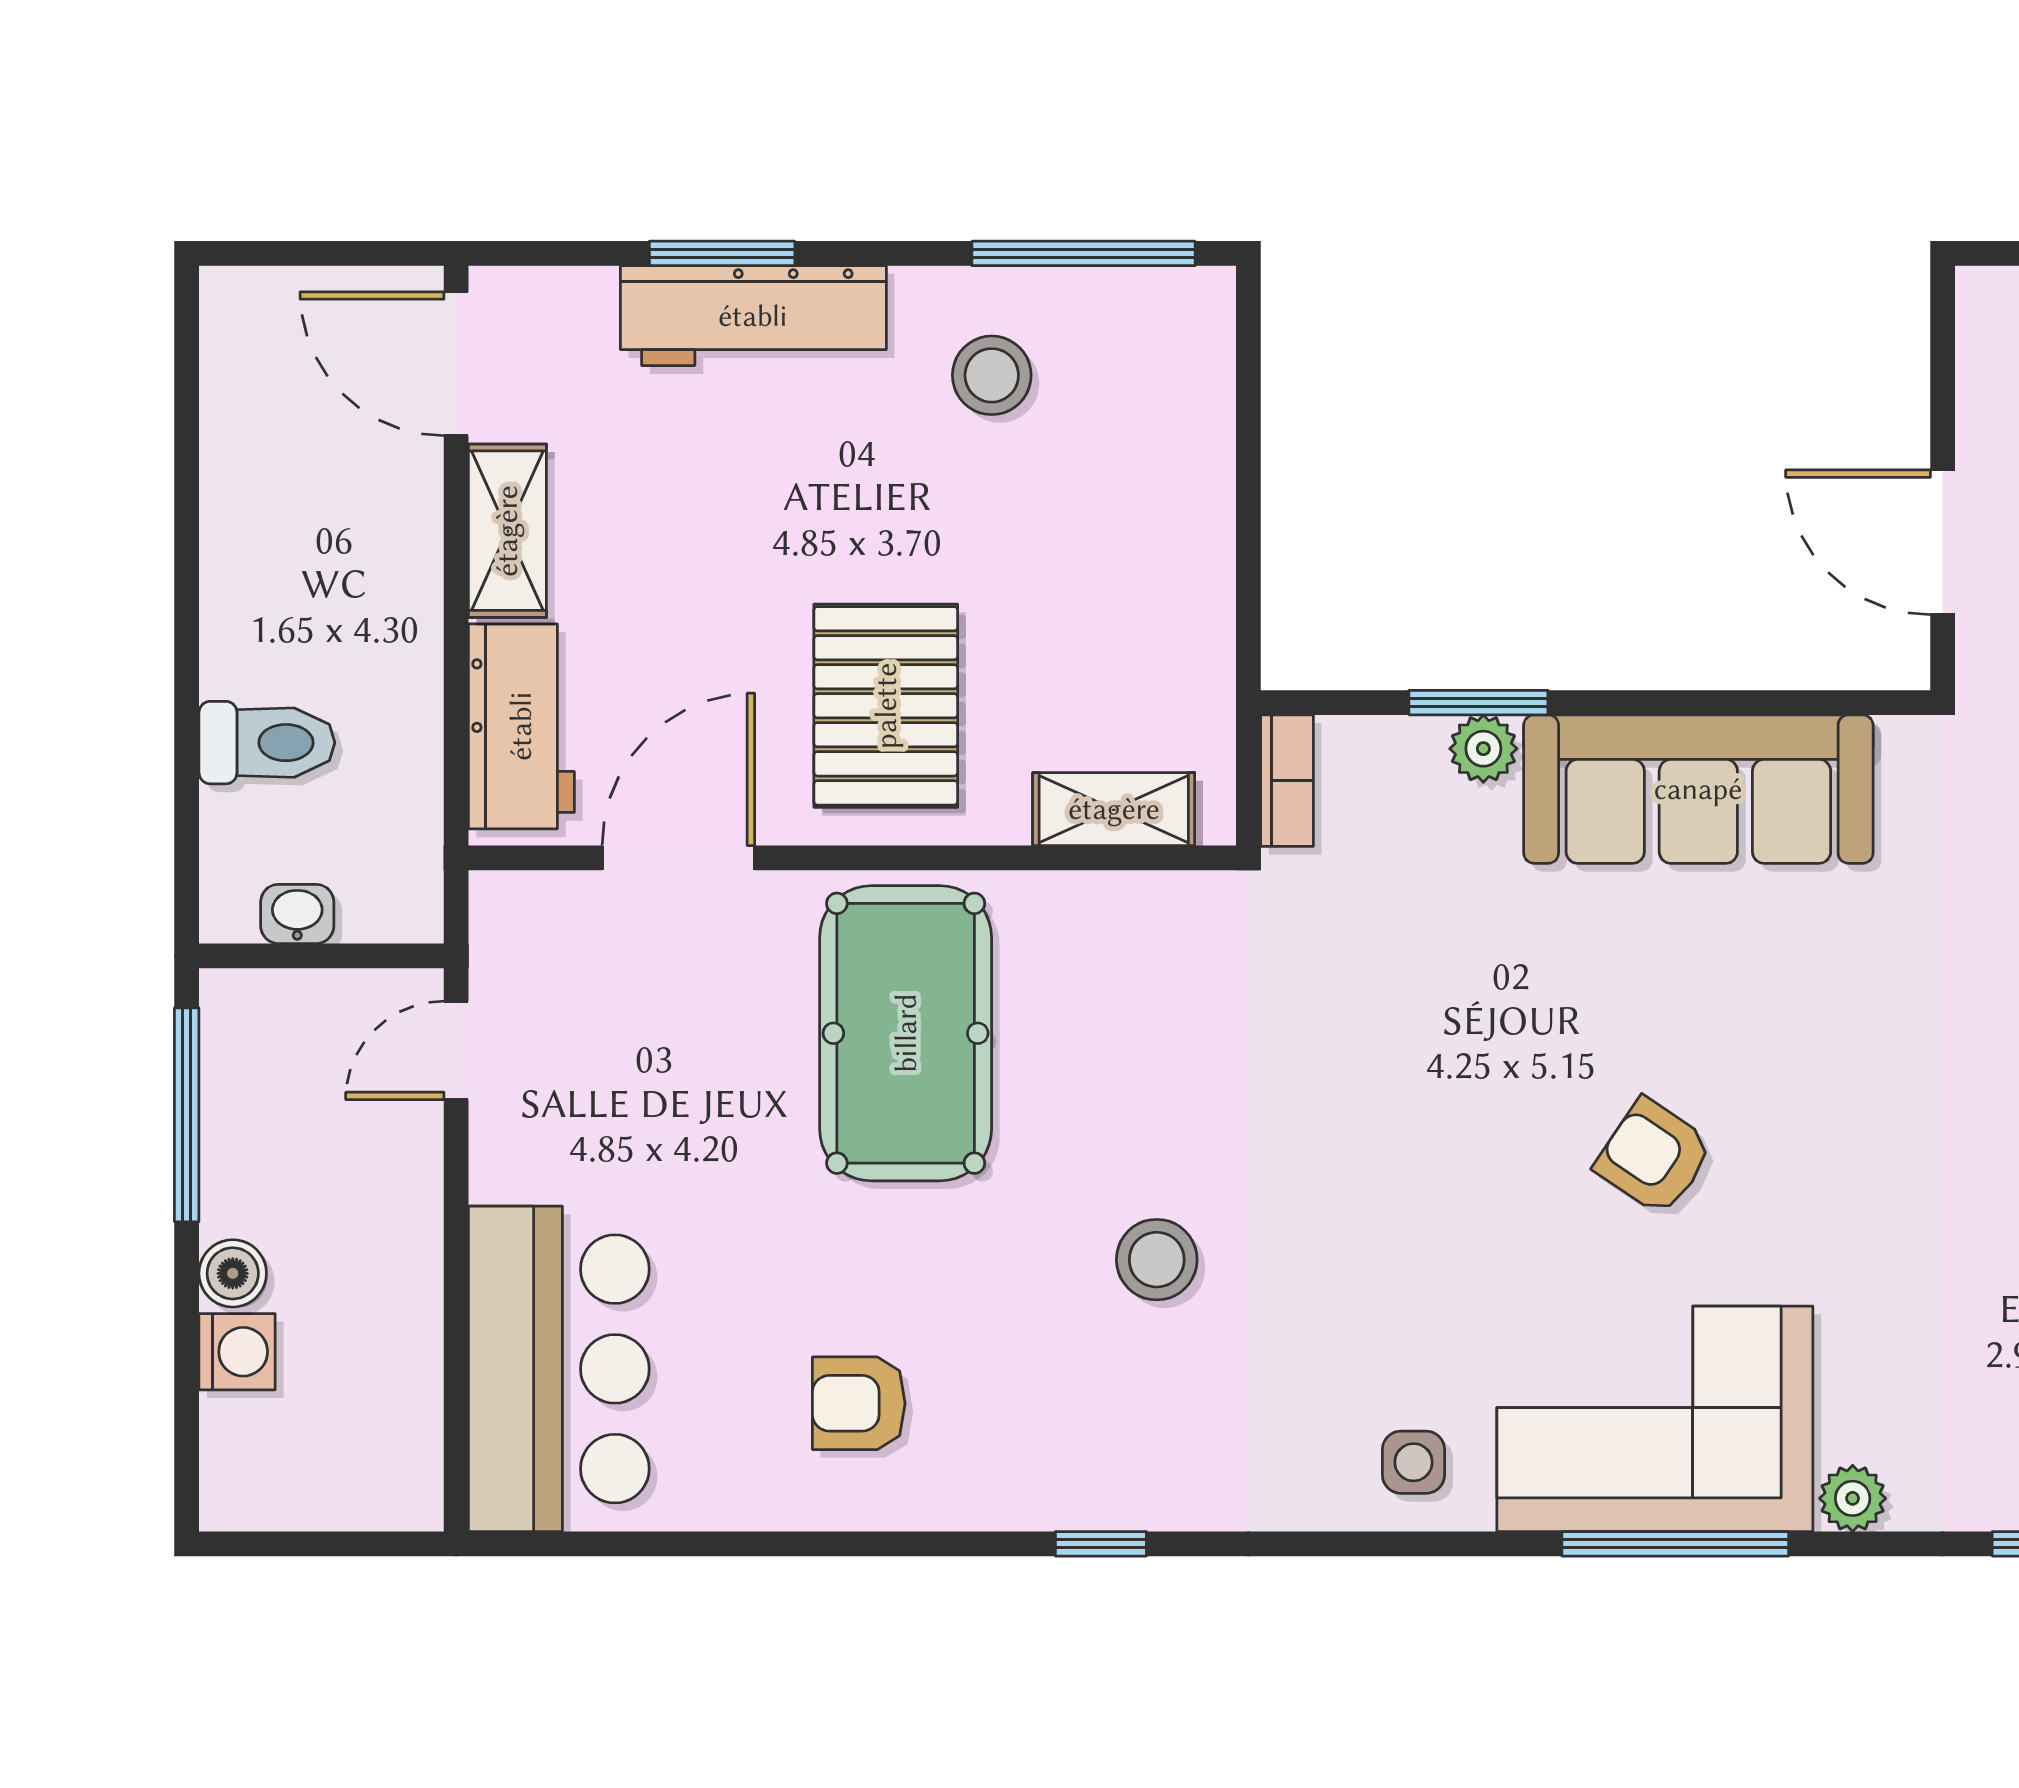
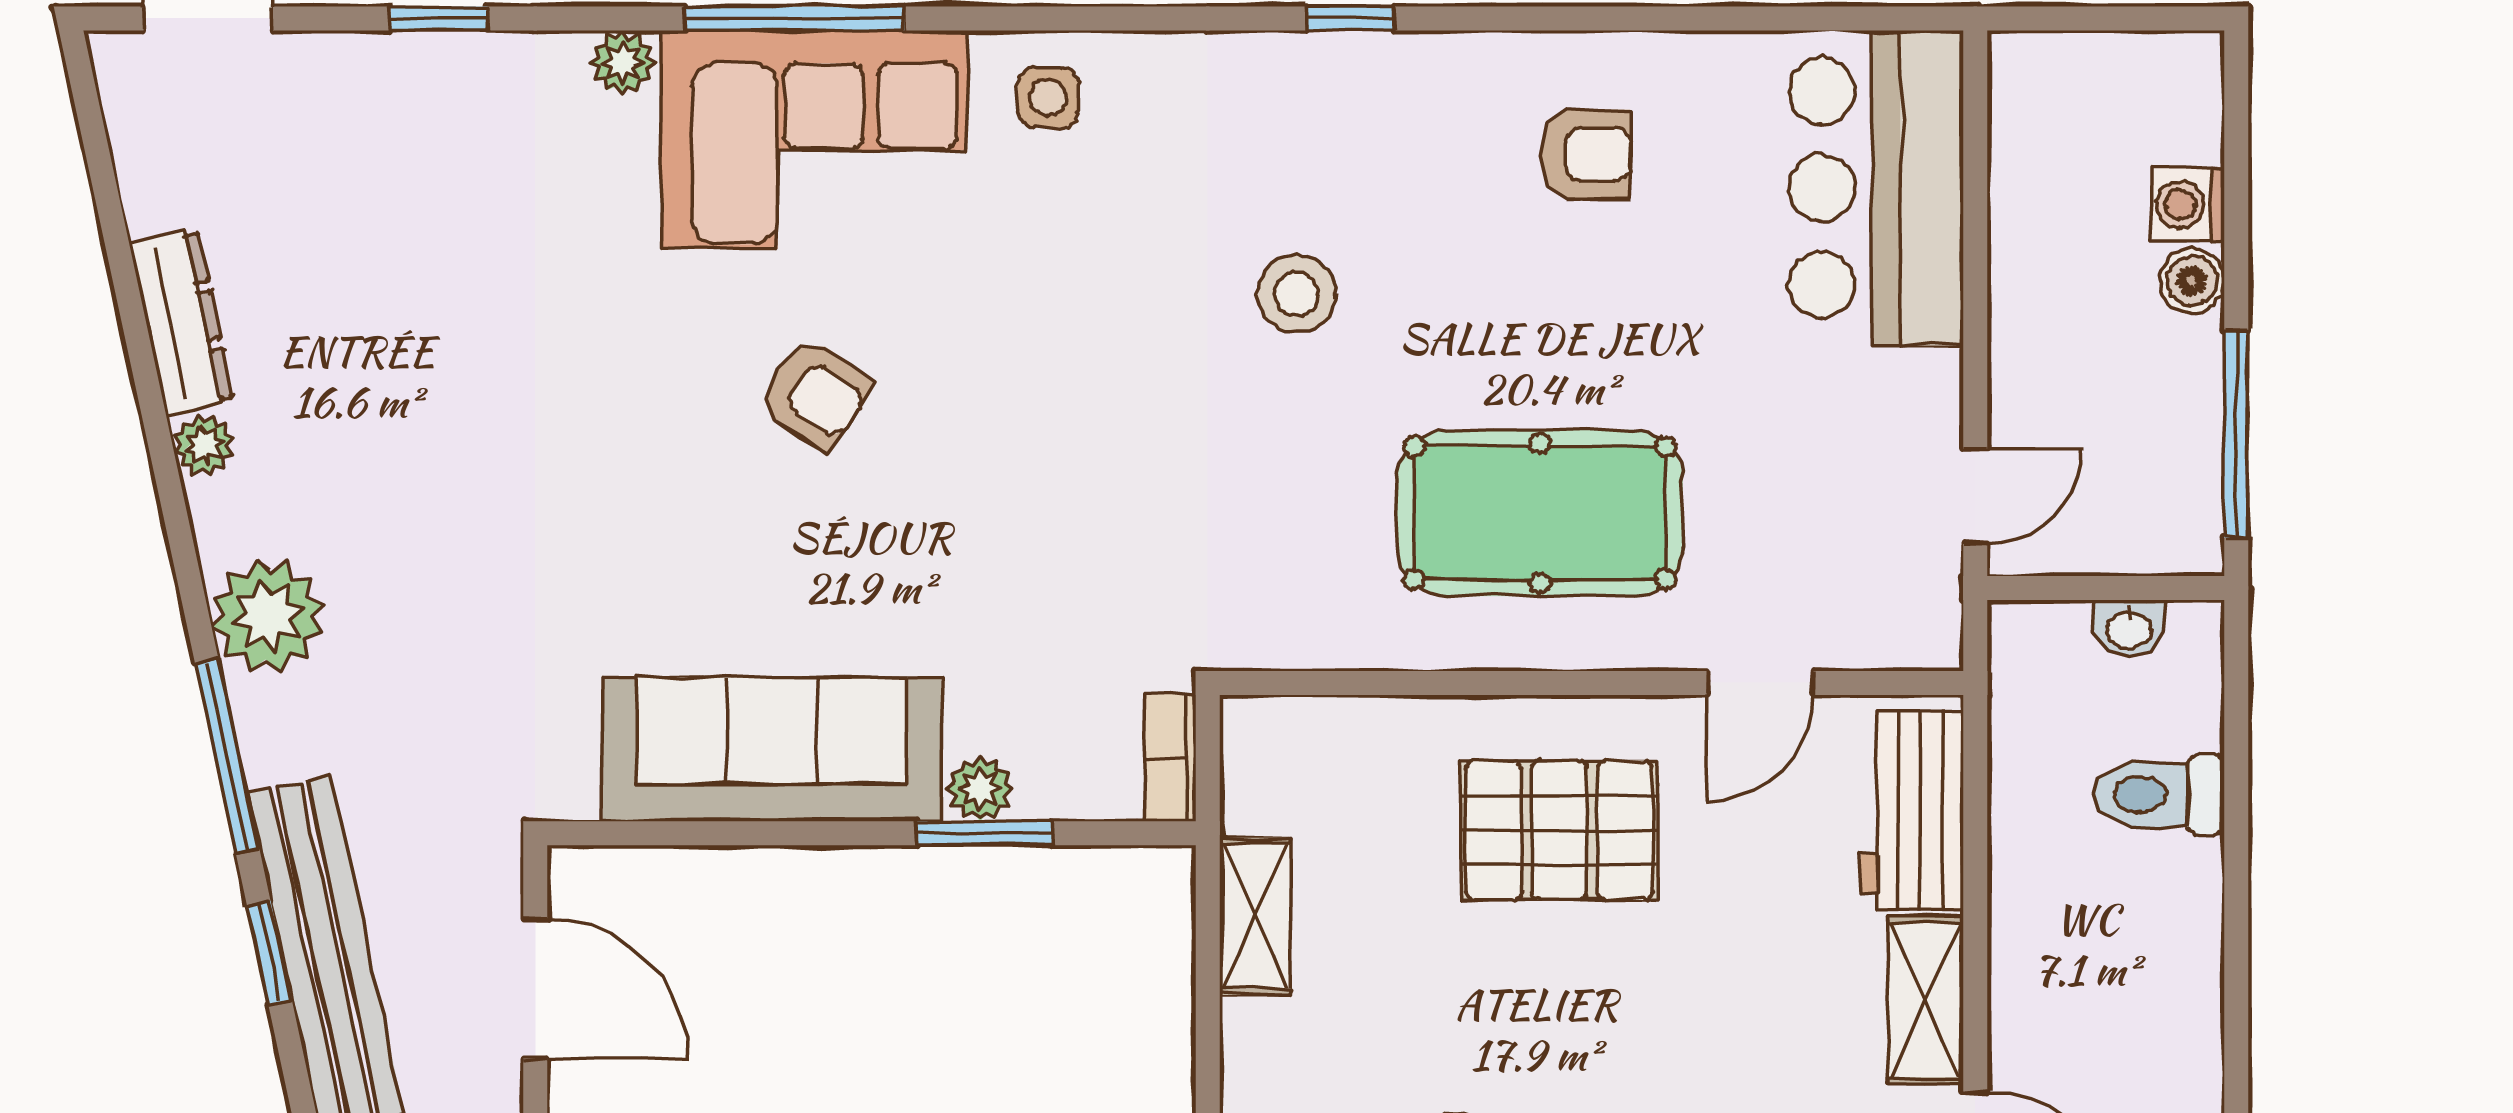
pallet: (886, 706) -> (1559, 830), turned 90
shelving: (1114, 809) -> (1255, 916), moved, turned 90
door: (678, 858) -> (1760, 683), width x0.73
pool table: (906, 1033) -> (1540, 513), turned 90

